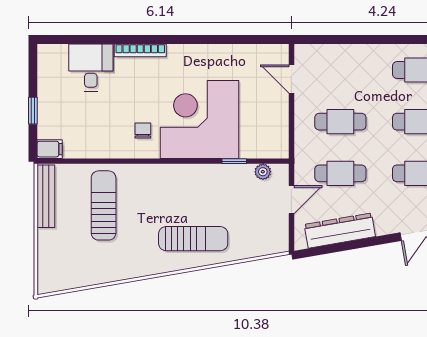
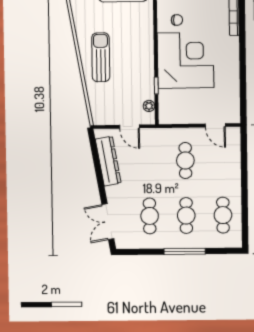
door: (291, 79) -> (215, 125), swing flipped
cafe table: (340, 173) -> (149, 161), removed
sun lounger: (193, 239) -> (101, 57), turned 180

